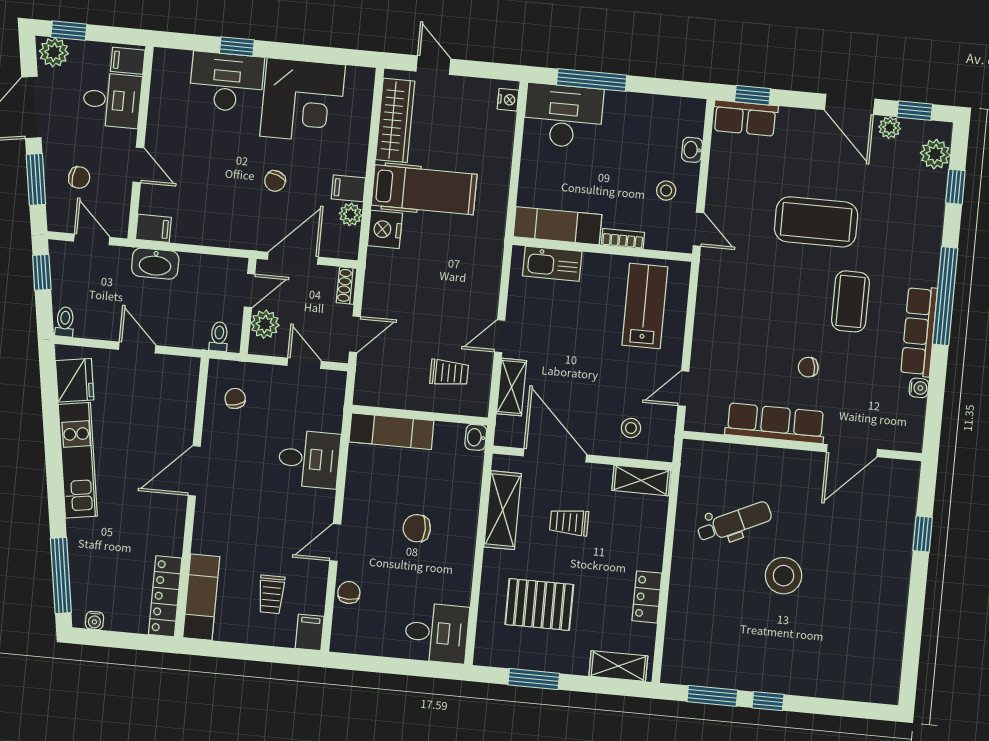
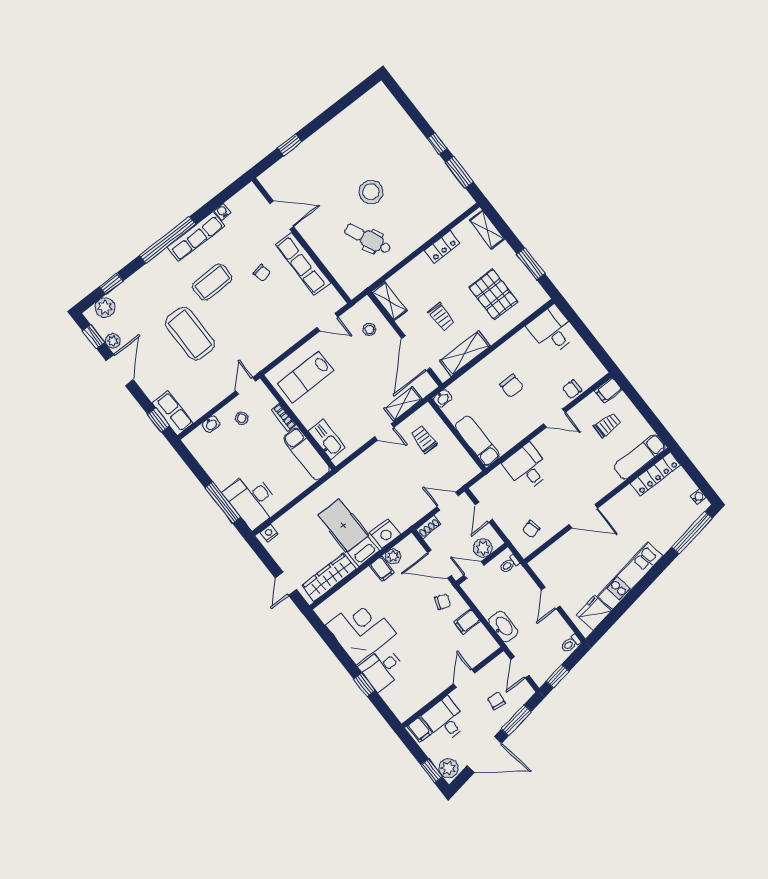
desk: (227, 82) -> (382, 669), width x0.73
chair: (275, 181) -> (443, 602), moved
filing cabinet: (153, 228) -> (467, 622), moved, turned -90

